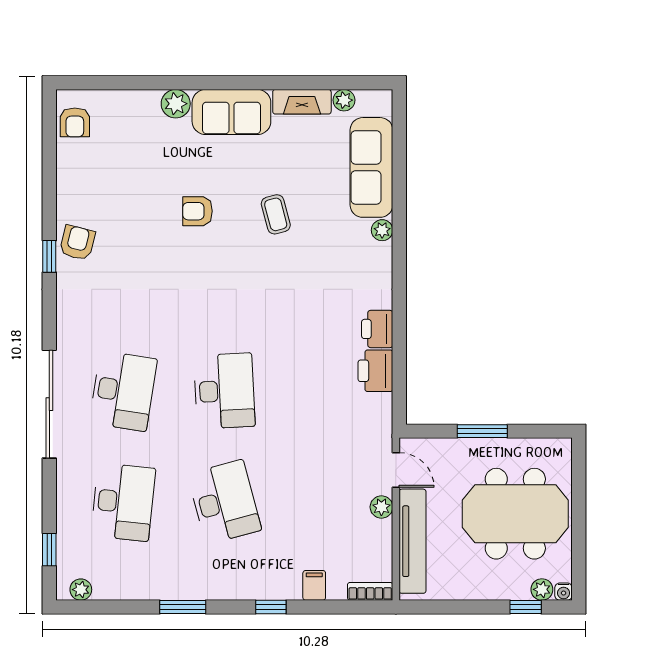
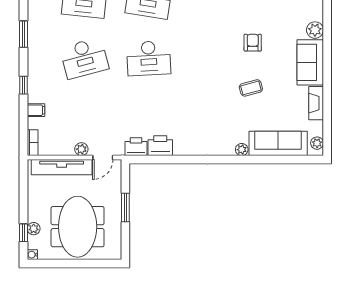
plant: (344, 100) -> (317, 143), moved
printer: (377, 329) -> (136, 147), moved
plant: (542, 589) -> (34, 229), moved

